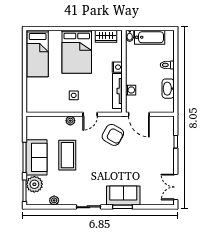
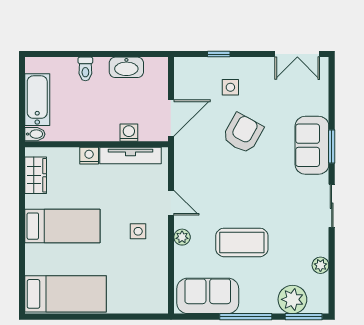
bed: (77, 52) -> (62, 226), width x0.67
armchair: (113, 135) -> (243, 133), moved
side table: (157, 149) -> (230, 87), added
sofa: (36, 157) -> (208, 296), moved

